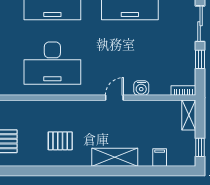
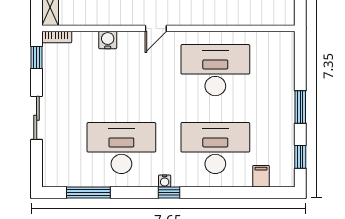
window: (200, 59) -> (37, 58), moved
door: (114, 98) -> (156, 28), moved

